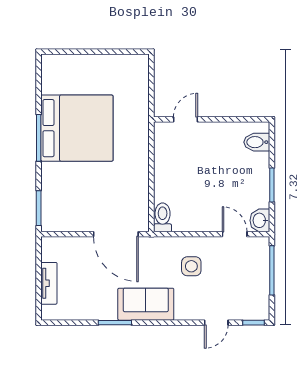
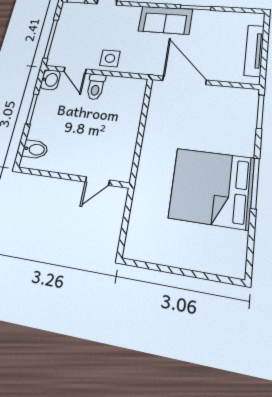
toilet: (163, 217) -> (96, 87), moved
side table: (191, 266) -> (110, 58), moved
tv unit: (49, 283) -> (254, 51), width x1.41

